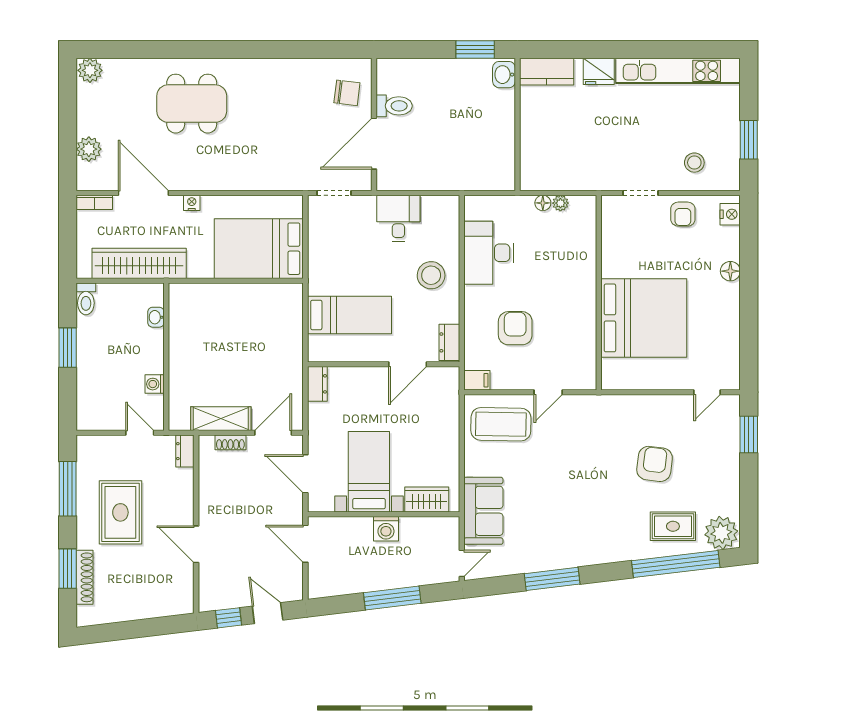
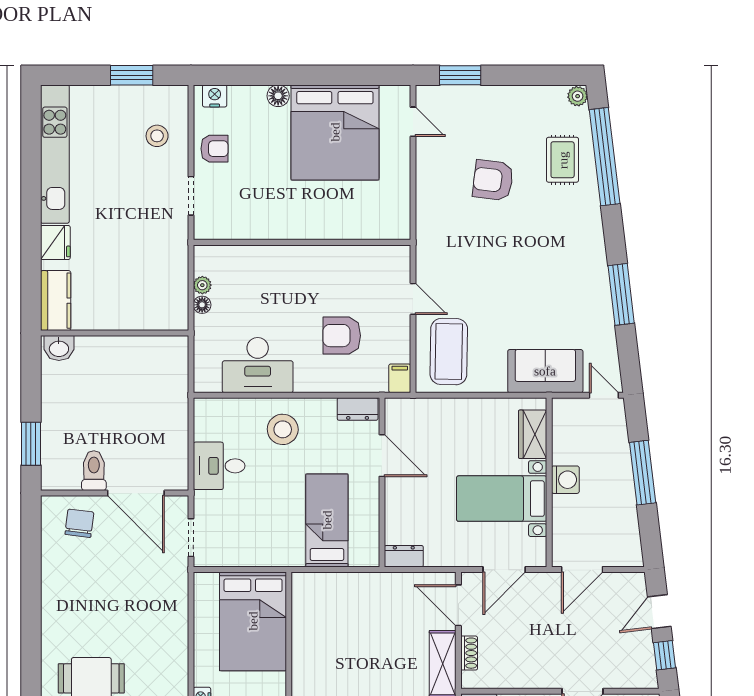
window: (475, 49) -> (31, 444), moved
bed: (644, 318) -> (335, 132), moved, turned 180
plant: (721, 533) -> (578, 96), width x0.53, depth x0.53

